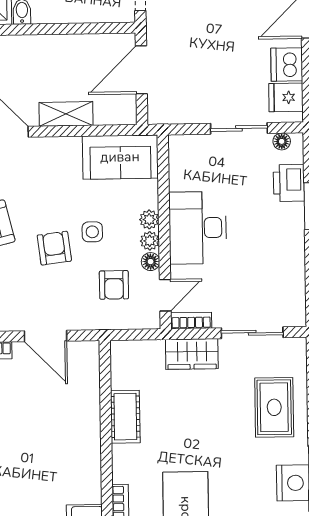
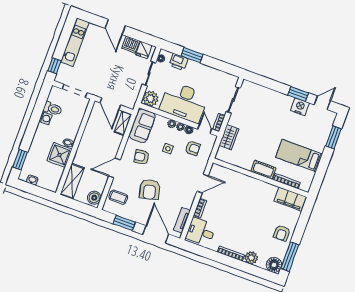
shelving: (66, 114) -> (123, 123), moved
plant: (186, 152) -> (151, 99), added
desk: (198, 228) -> (184, 102), width x1.36, depth x1.30
armchair: (54, 248) -> (142, 157), moved
wardrobe: (192, 354) -> (229, 137), moved
rug: (274, 407) -> (267, 103), removed
cot: (125, 417) -> (263, 170), moved

